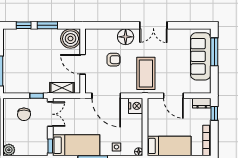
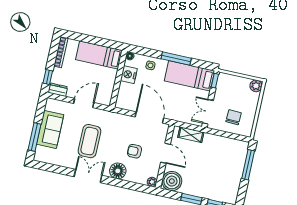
plant: (90, 33) -> (152, 182), added
sofa: (201, 56) -> (50, 129), width x0.73
coffee table: (146, 73) -> (89, 141), moved
window: (37, 96) -> (217, 133), removed
door: (173, 96) -> (84, 103), hinge flipped
nightstand: (136, 106) -> (129, 75), moved

